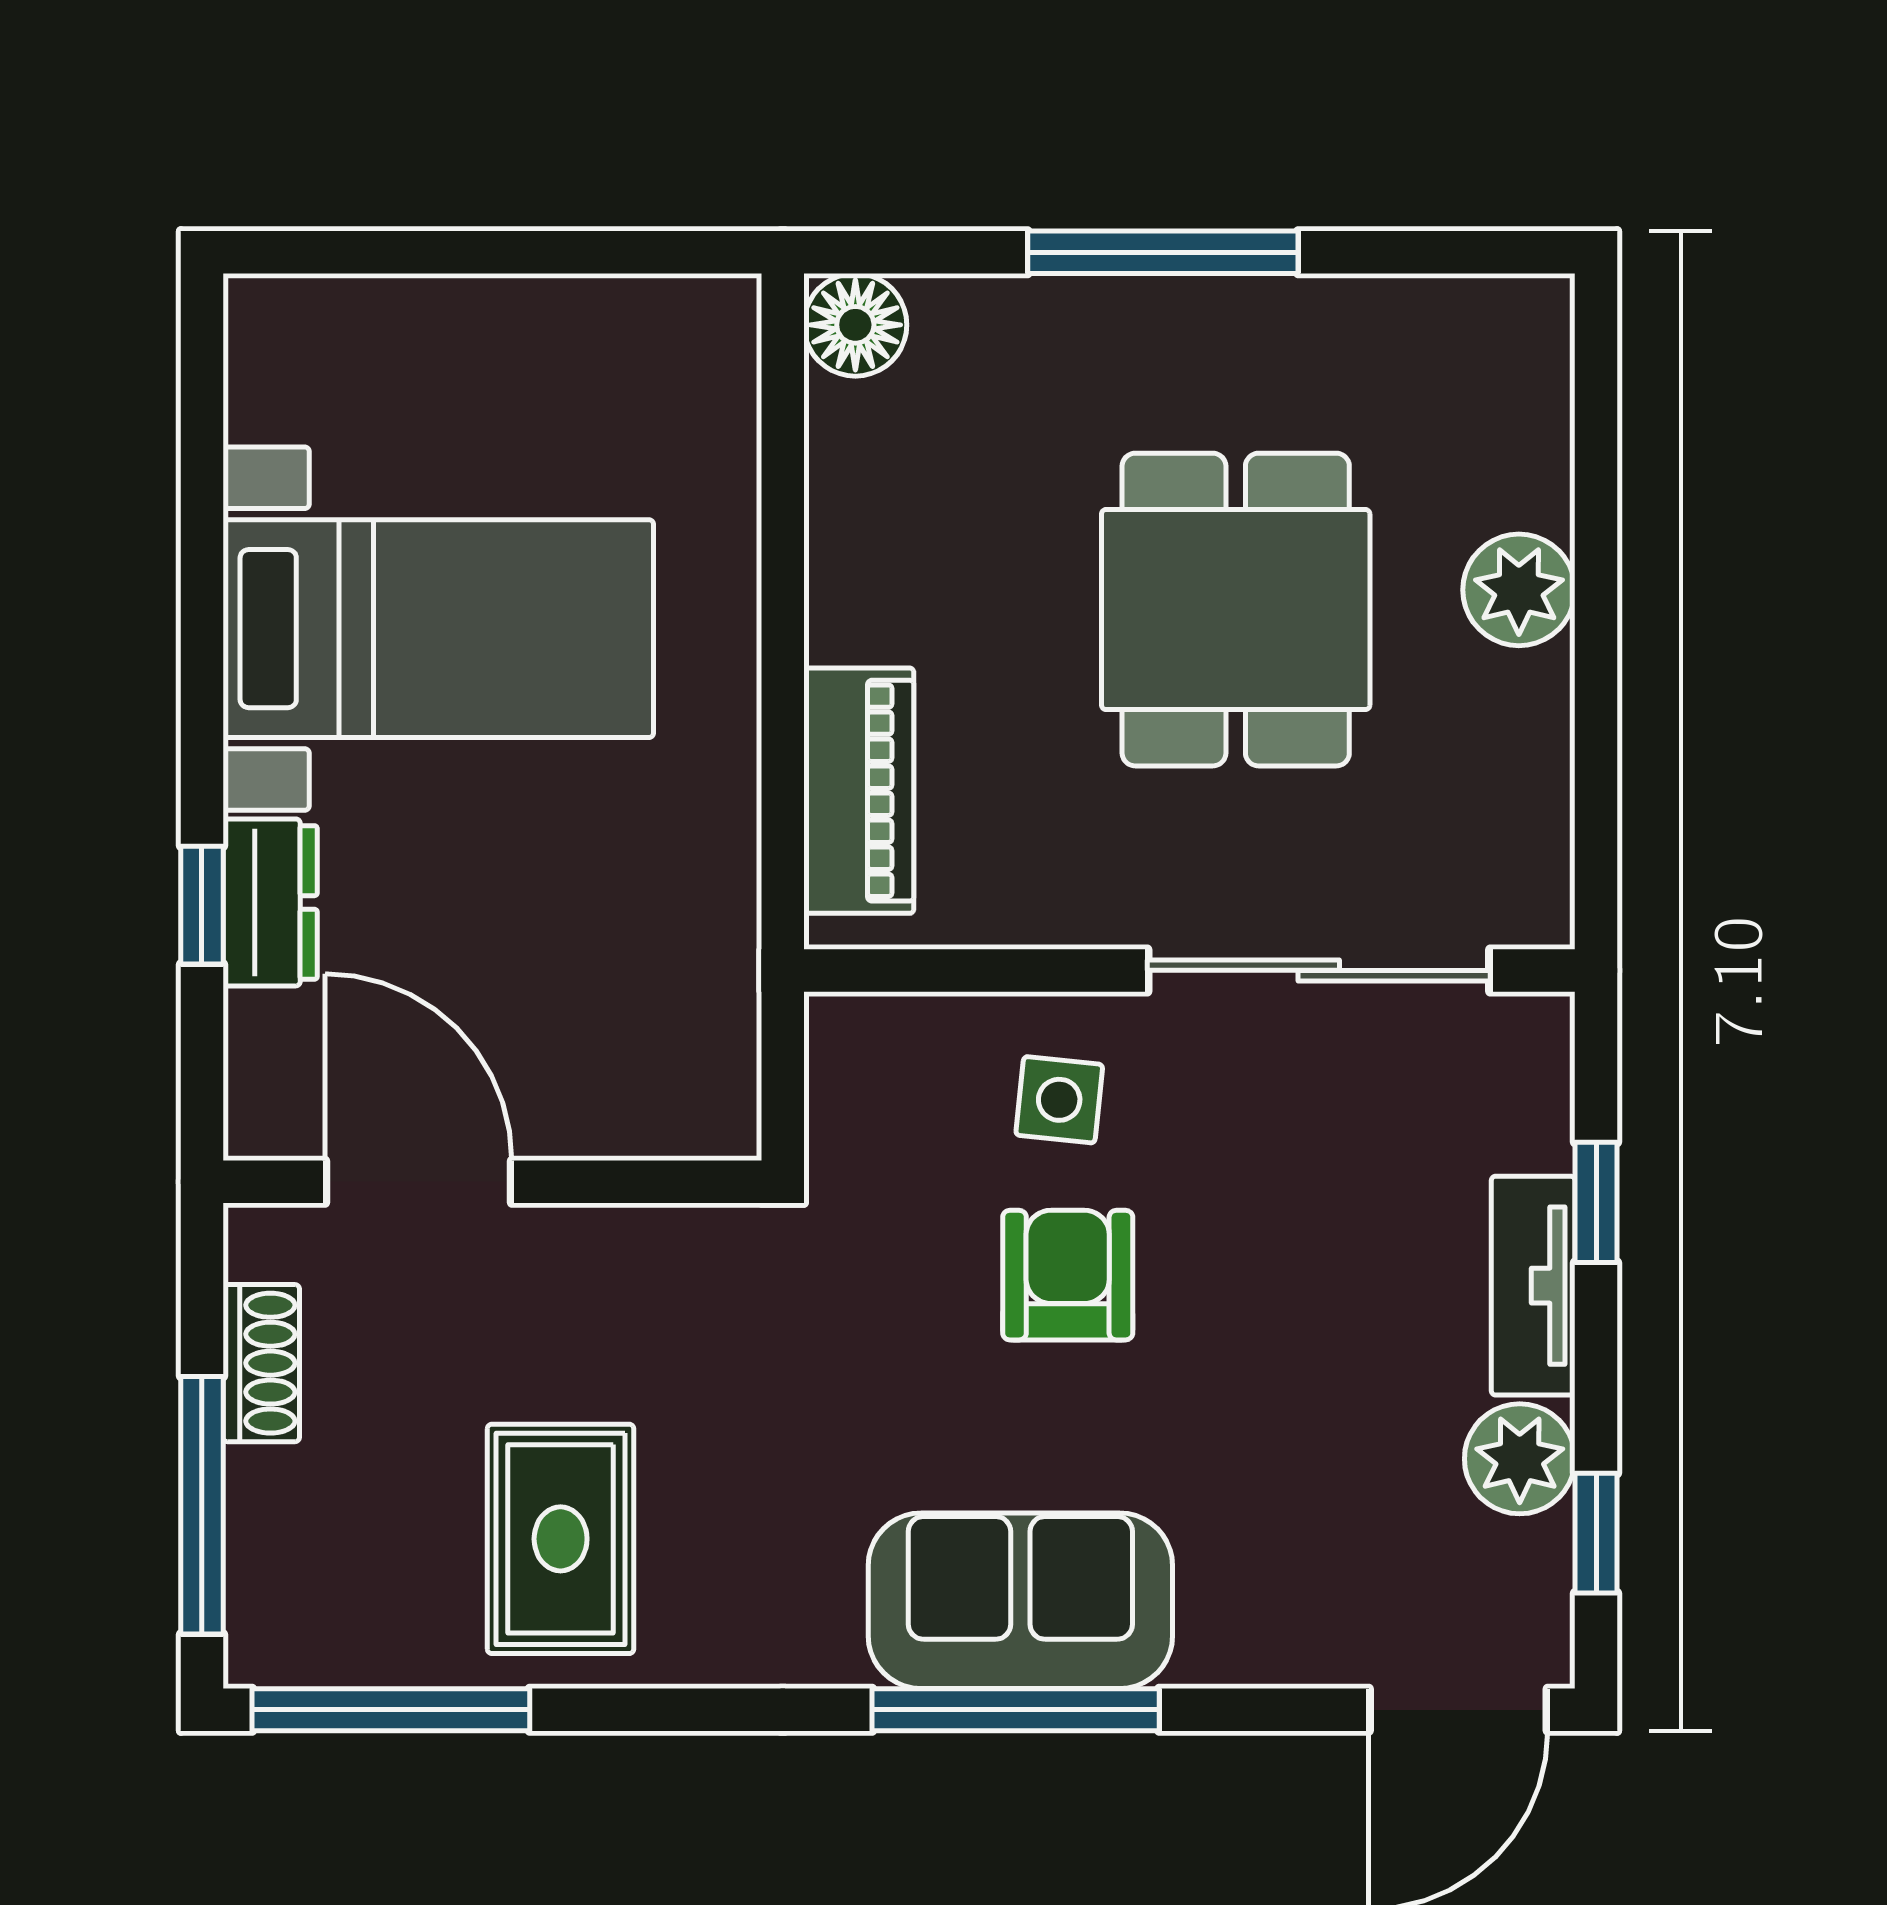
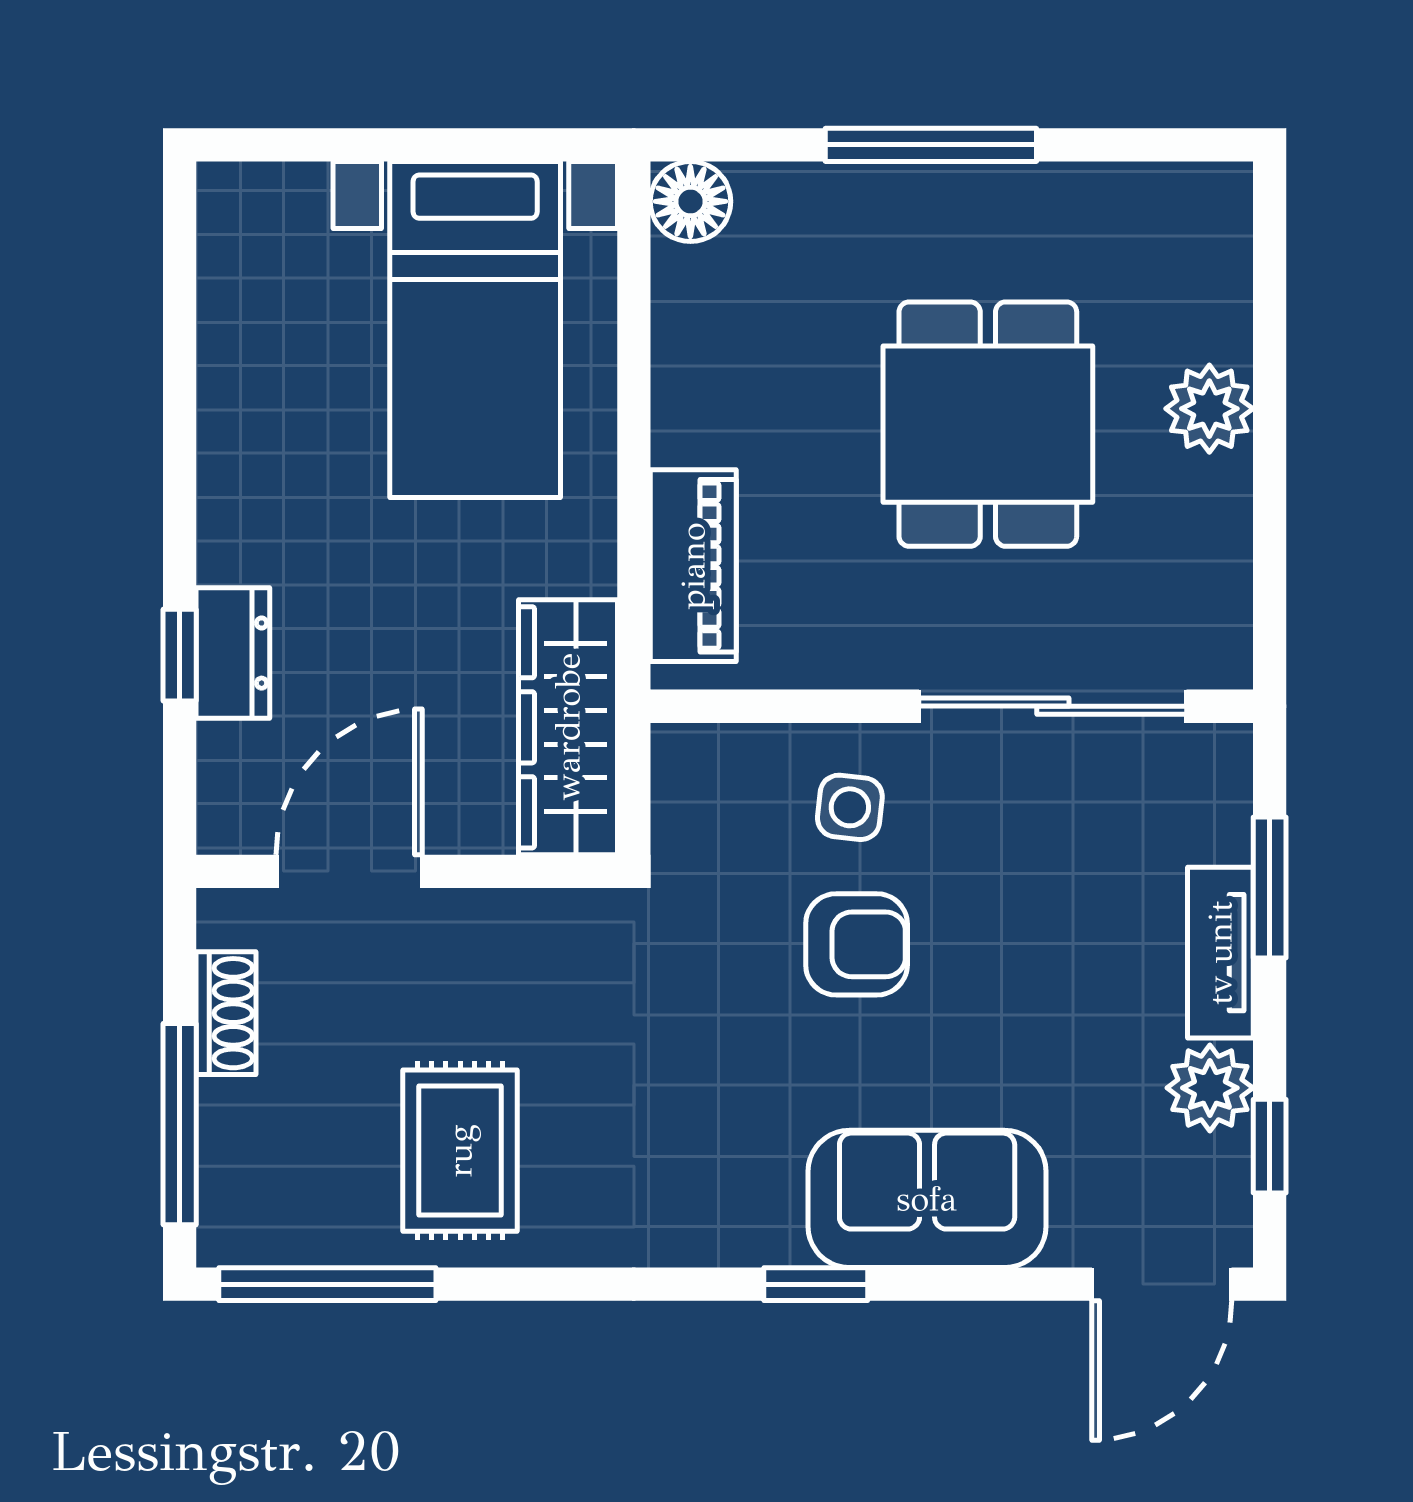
bed with nightstands: (438, 629) -> (475, 330), moved, turned 90
wardrobe: (699, 997) -> (568, 727), added
door: (419, 1182) -> (349, 871), hinge flipped
window: (1596, 1202) -> (1270, 887), width x1.50
armchair: (1068, 1275) -> (857, 944), turned 90
sofa: (1020, 1601) -> (927, 1199), moved
window: (1016, 1710) -> (816, 1284), width x0.46

